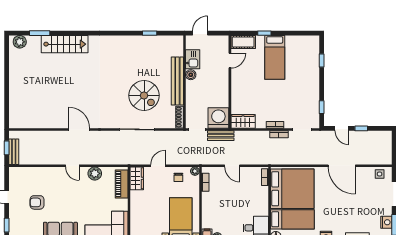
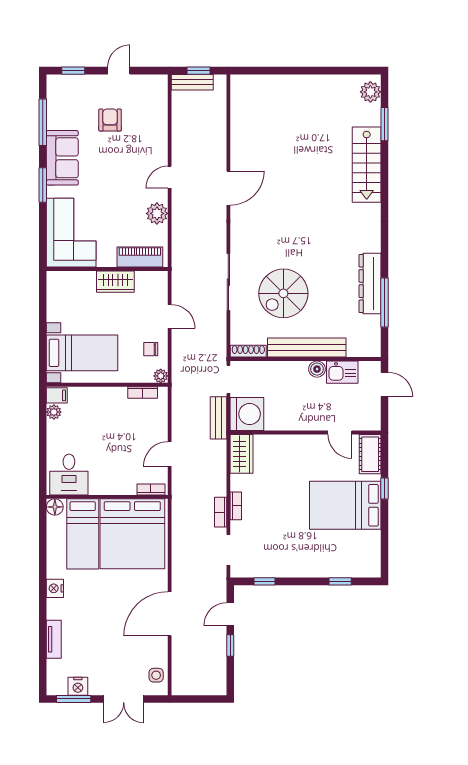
window: (150, 33) -> (385, 302), width x2.17
dresser: (138, 42) -> (370, 284), added
bed: (275, 57) -> (345, 505), width x1.50
door: (232, 166) -> (170, 454), moved
wardrobe: (137, 178) -> (115, 282), moved

